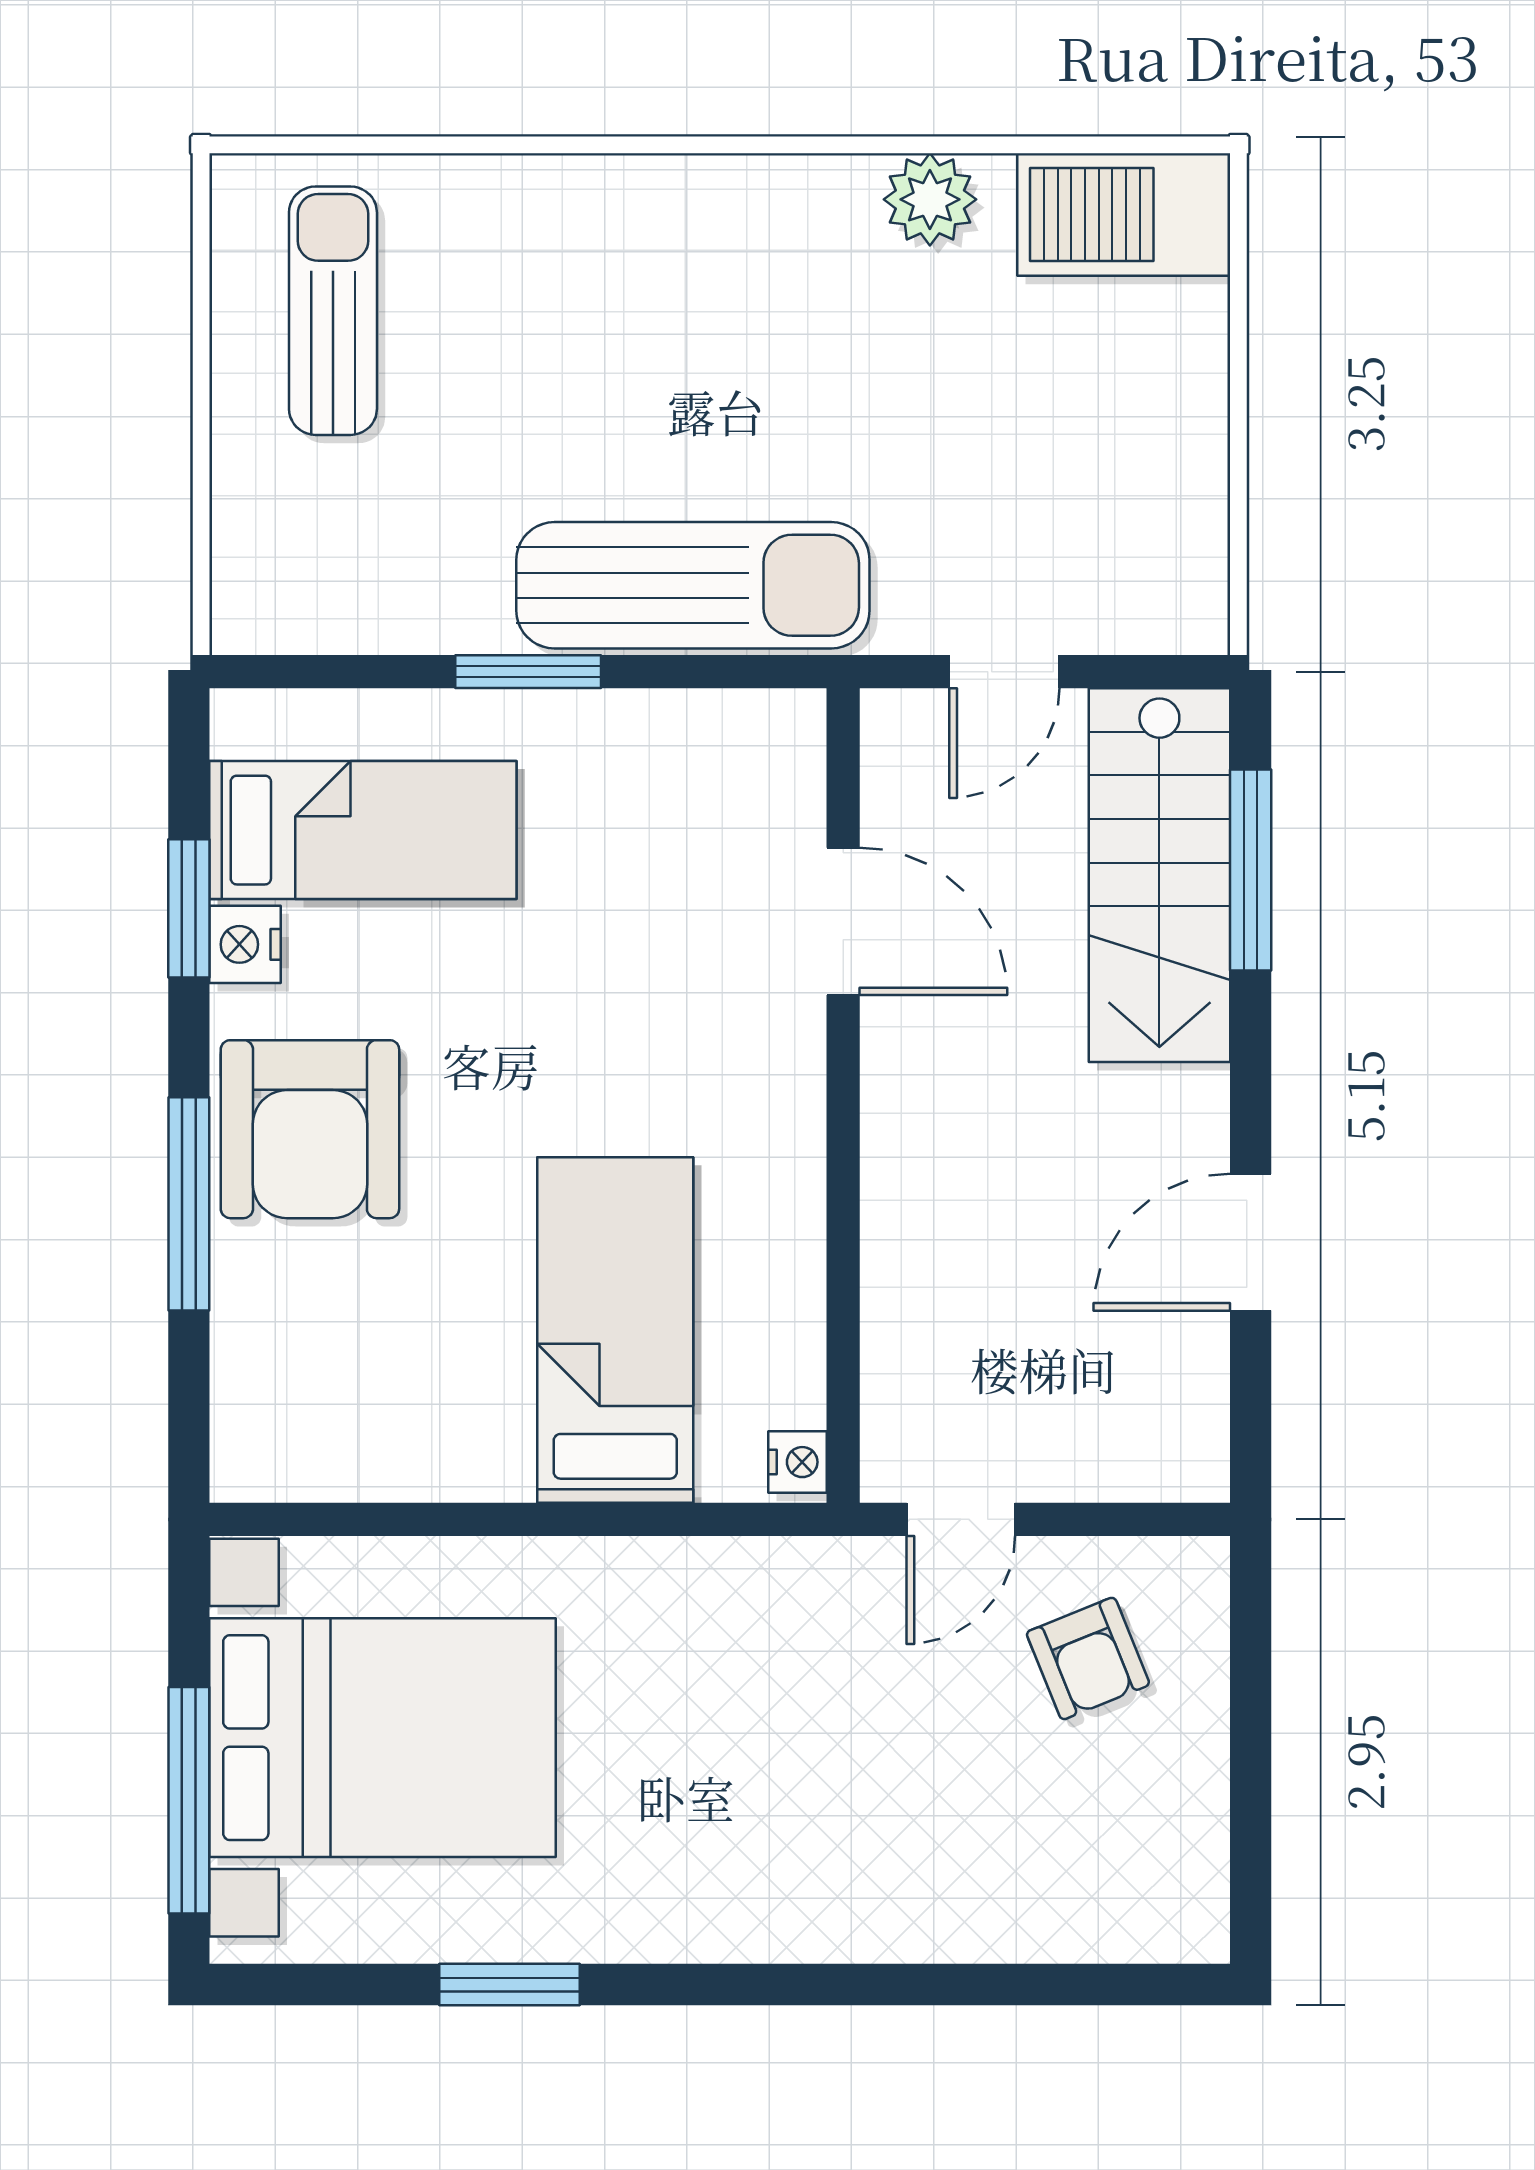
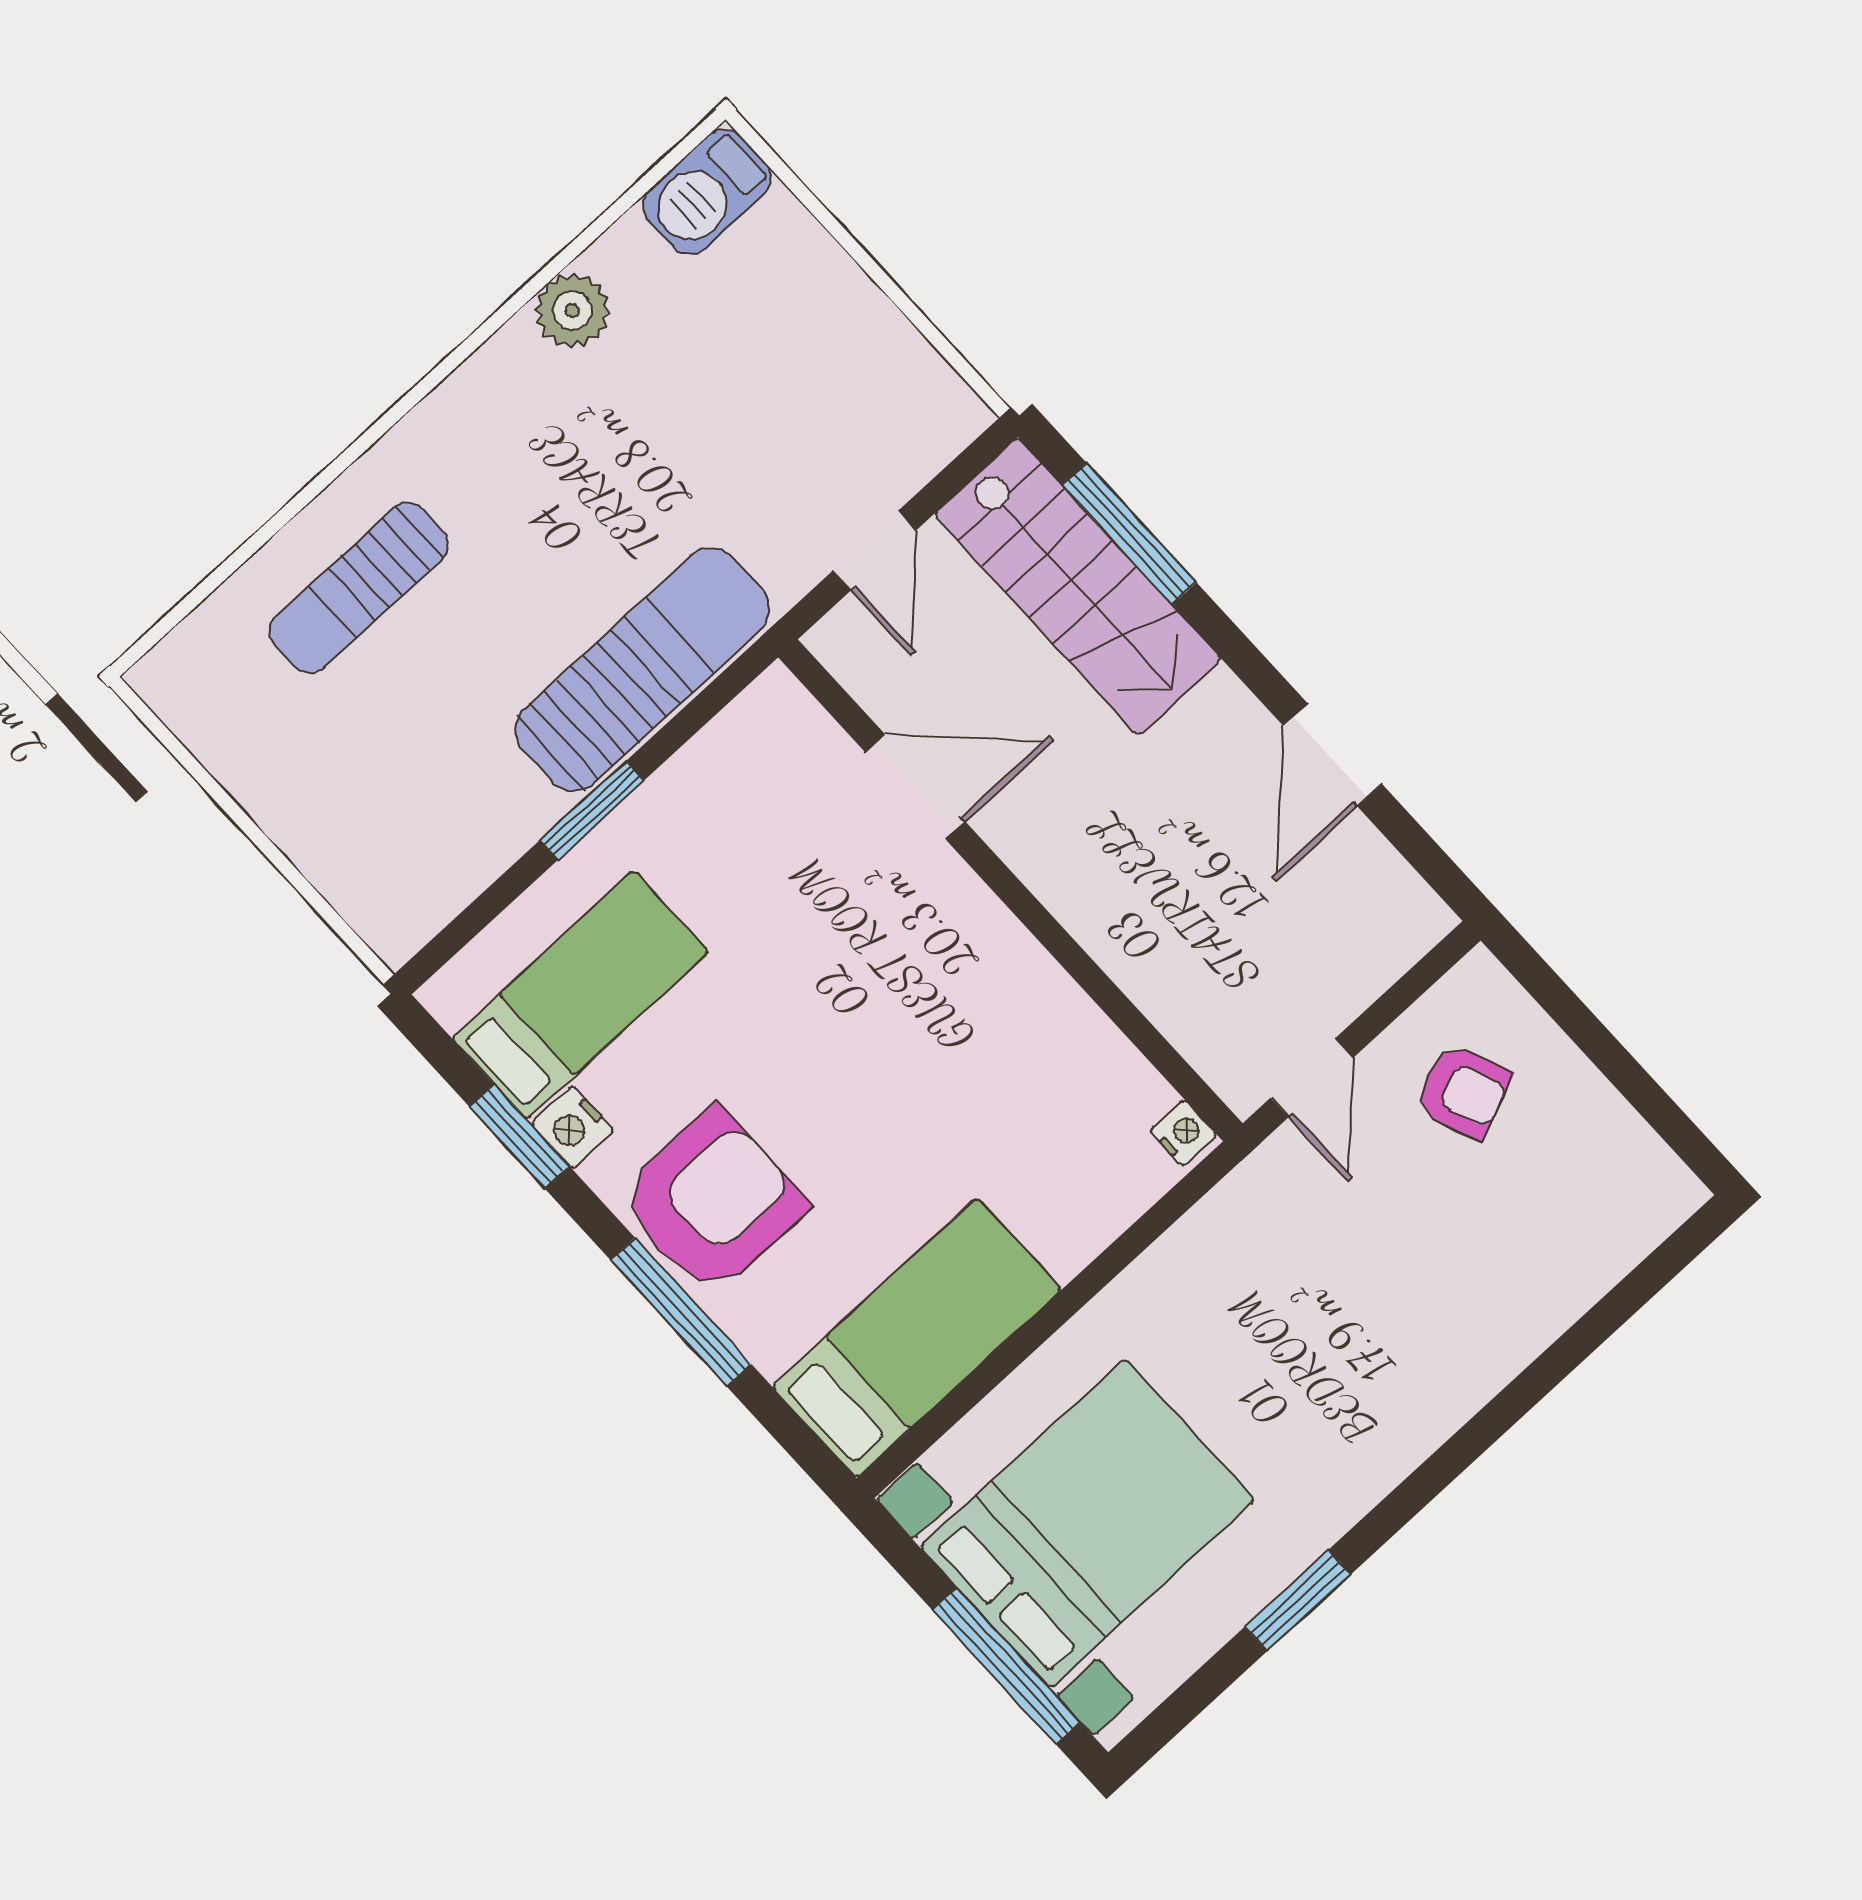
barbecue: (1124, 214) -> (707, 192), width x0.73, depth x0.83
sun lounger: (333, 311) -> (359, 588), moved, turned -90
armchair: (310, 1129) -> (712, 1201), turned -90
bed: (615, 1330) -> (917, 1338), moved, turned 90

